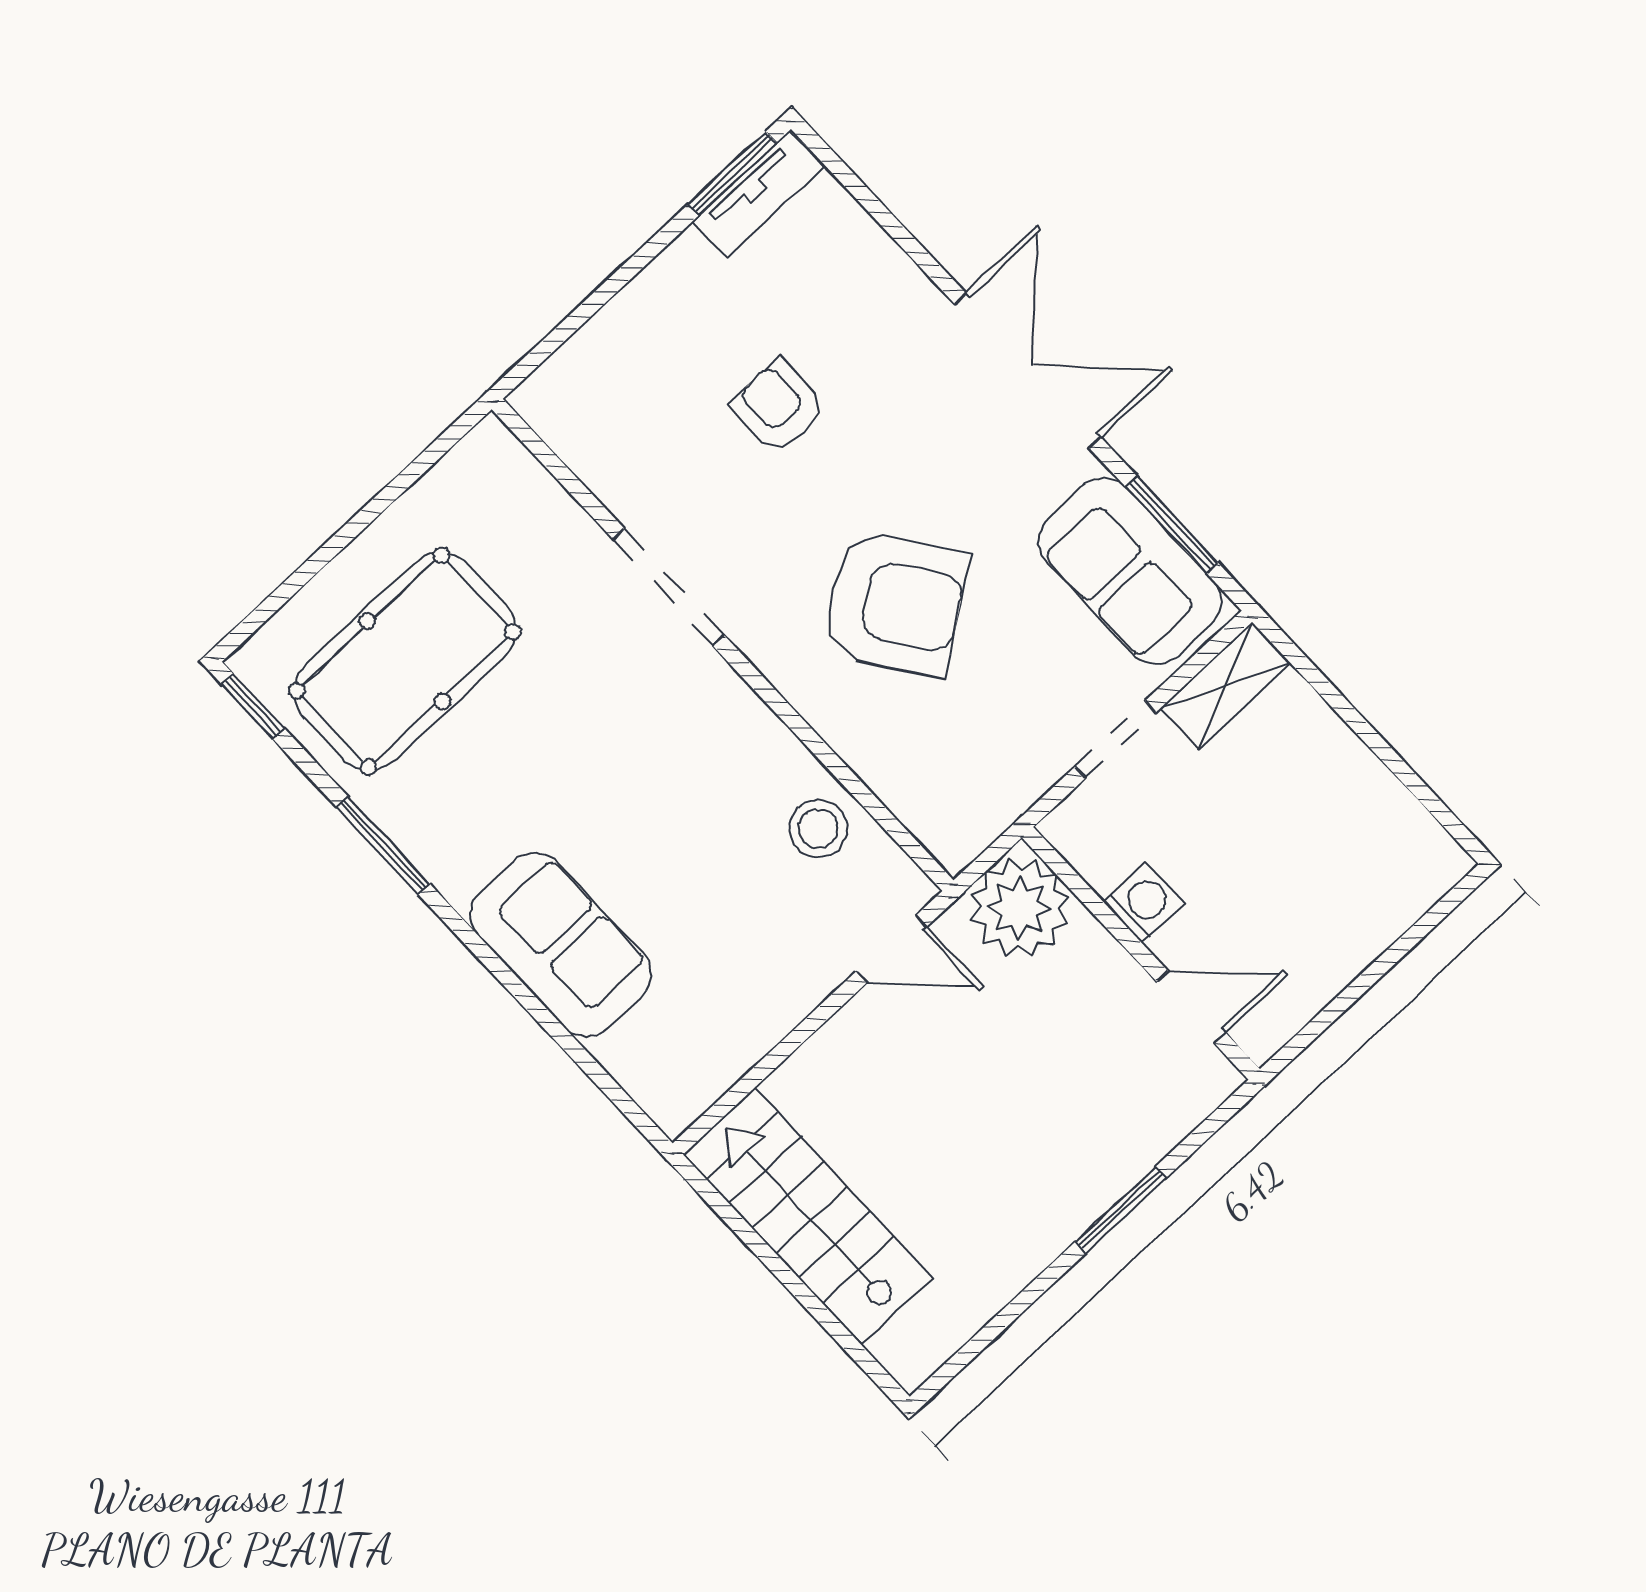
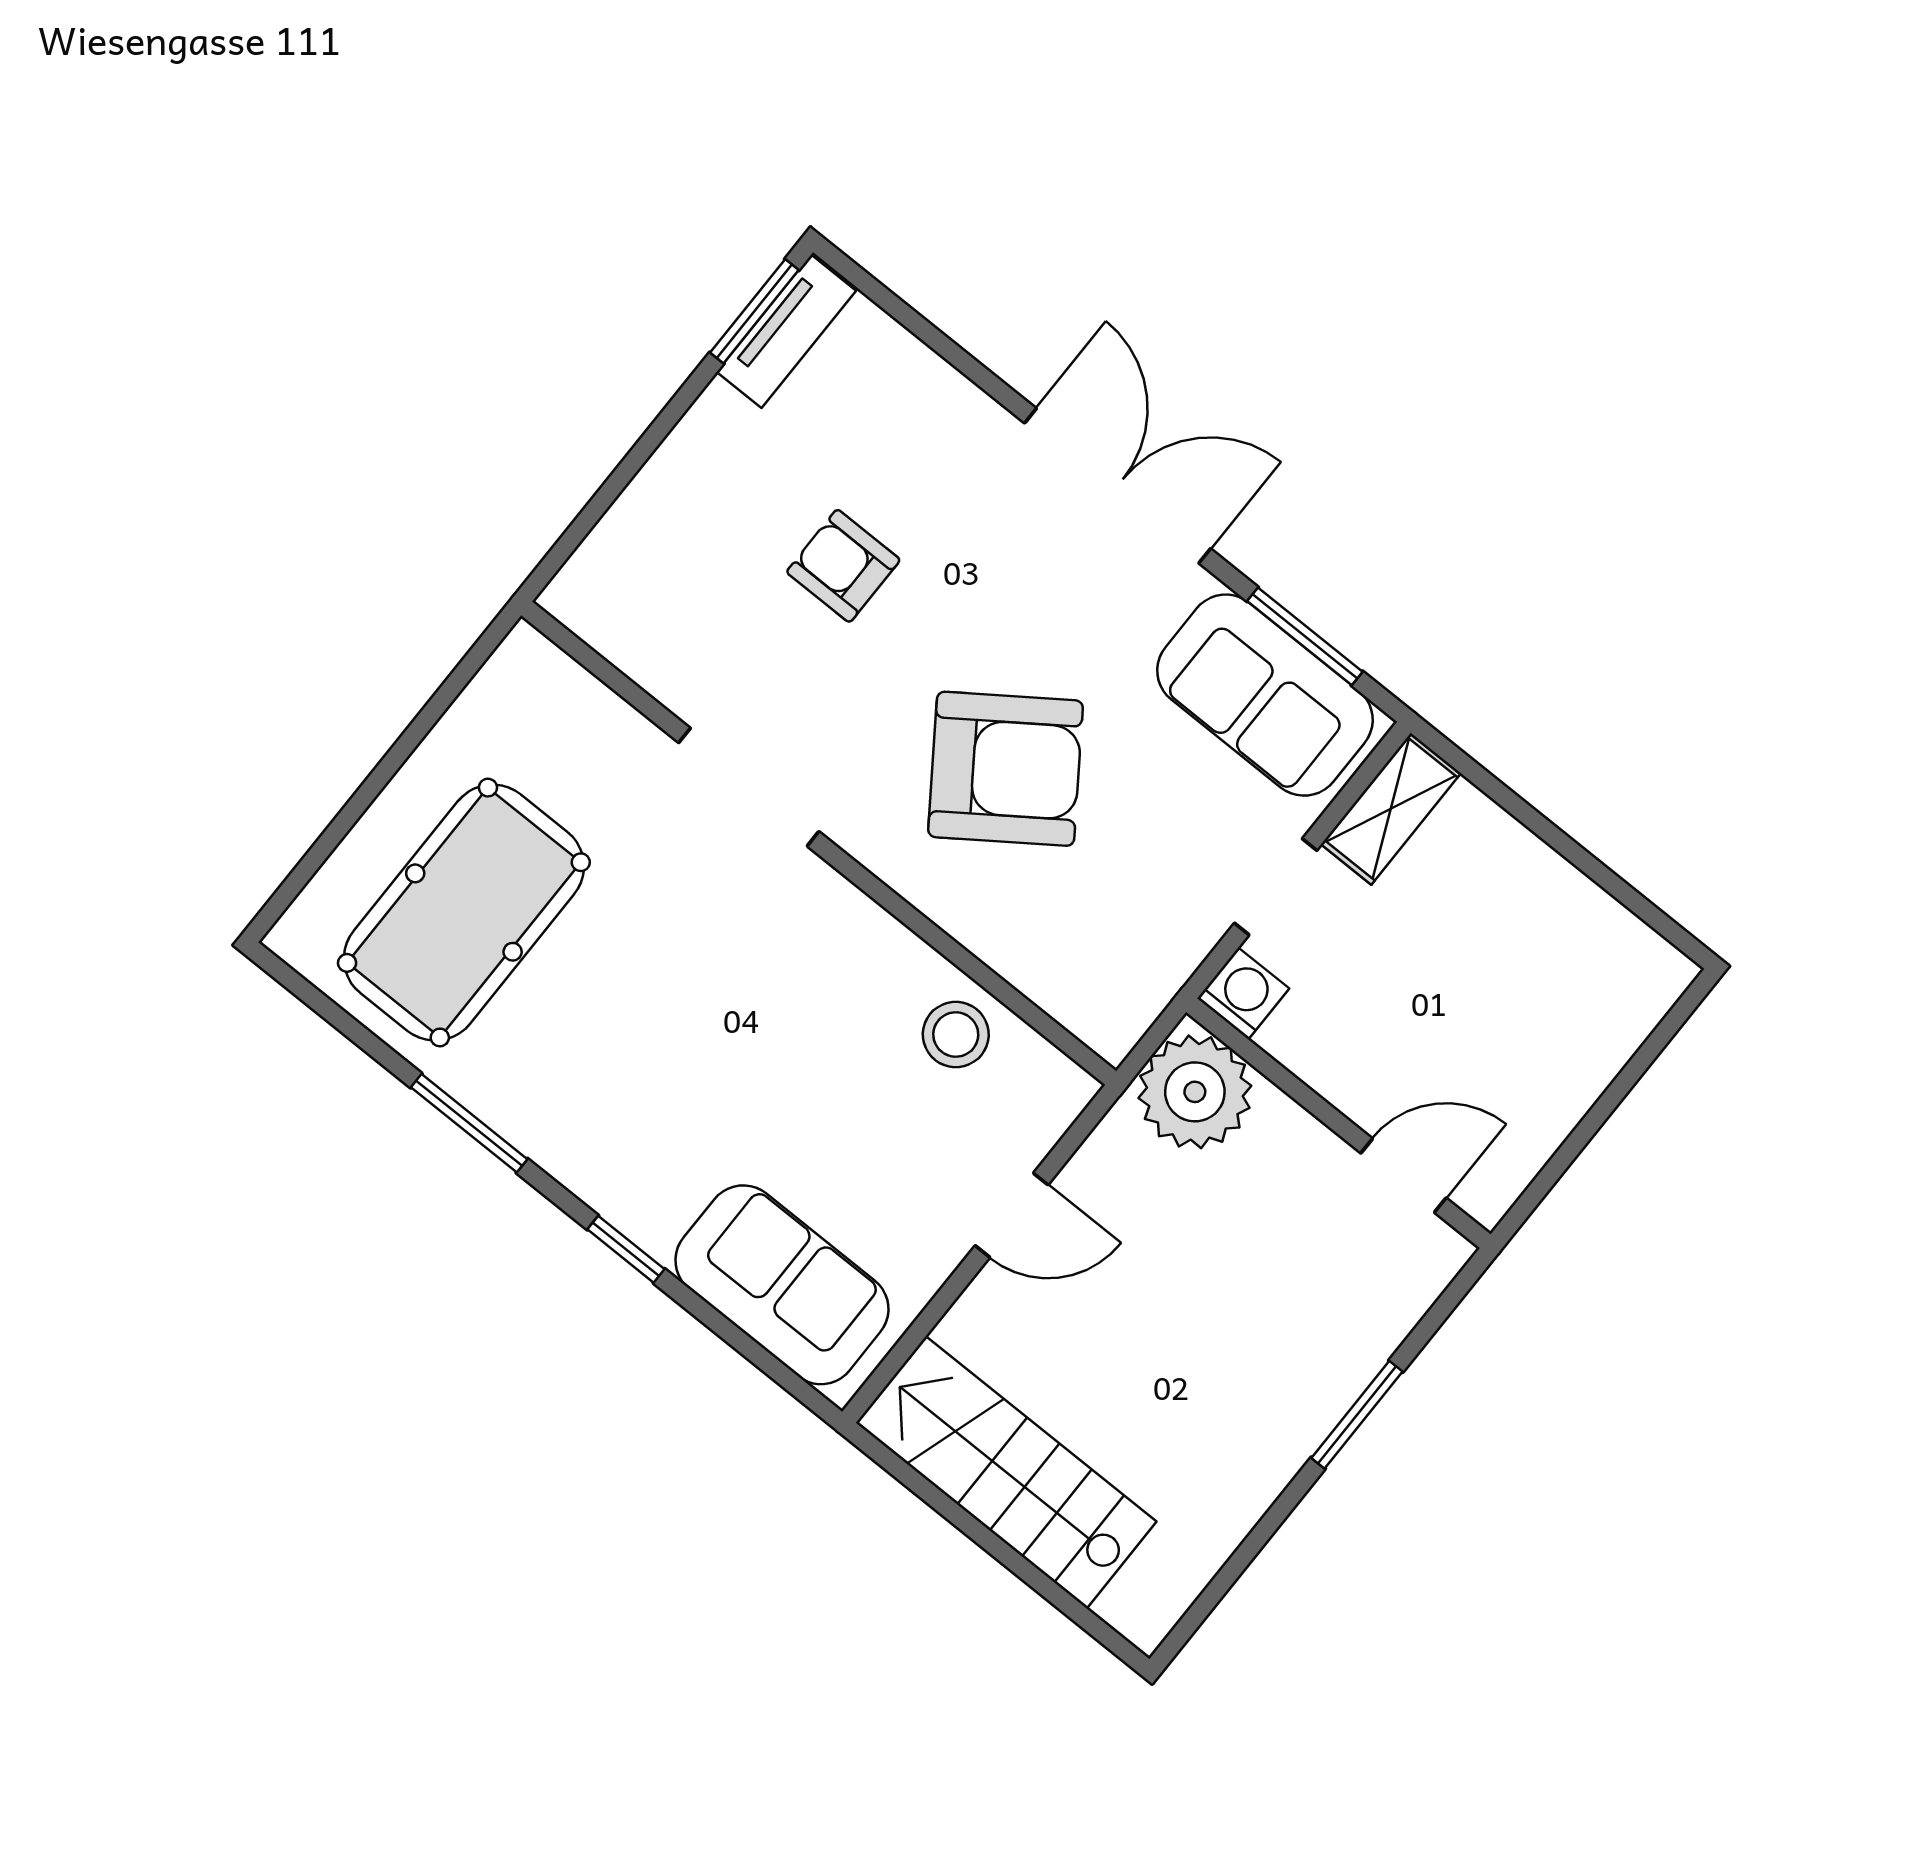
window: (253, 707) -> (626, 1249), moved
washing machine: (1144, 903) -> (1243, 993), moved
sofa: (561, 945) -> (782, 1285), moved
door: (891, 949) -> (1012, 1215), moved

